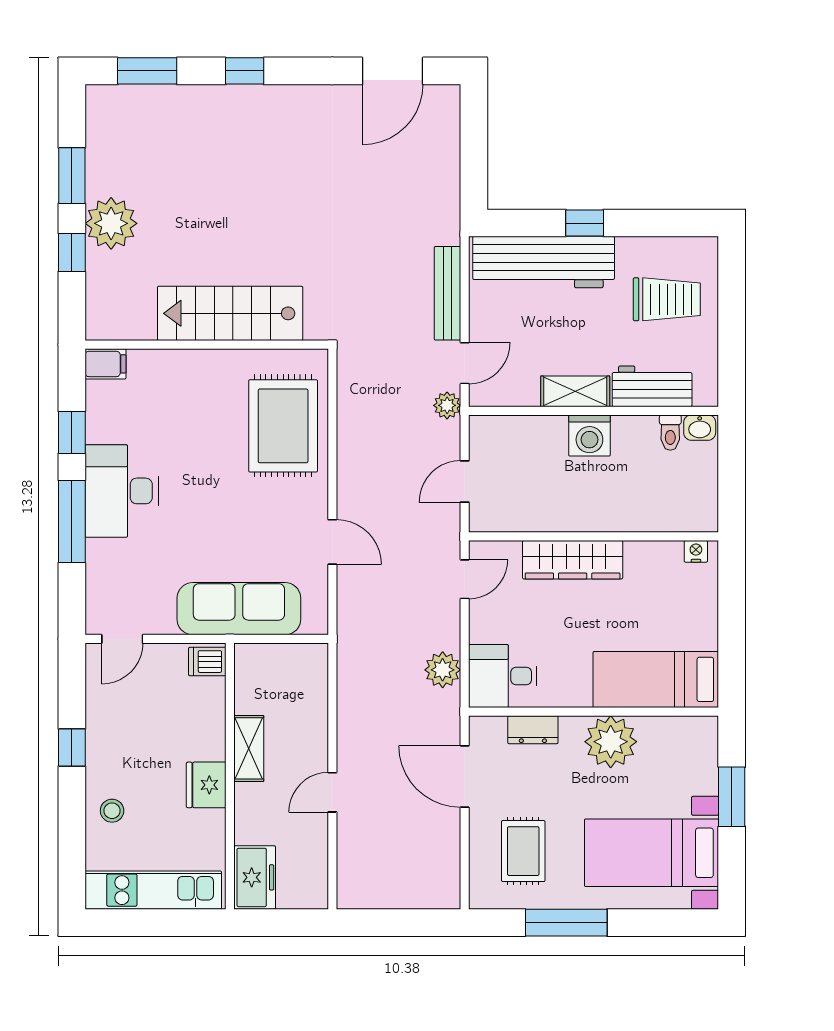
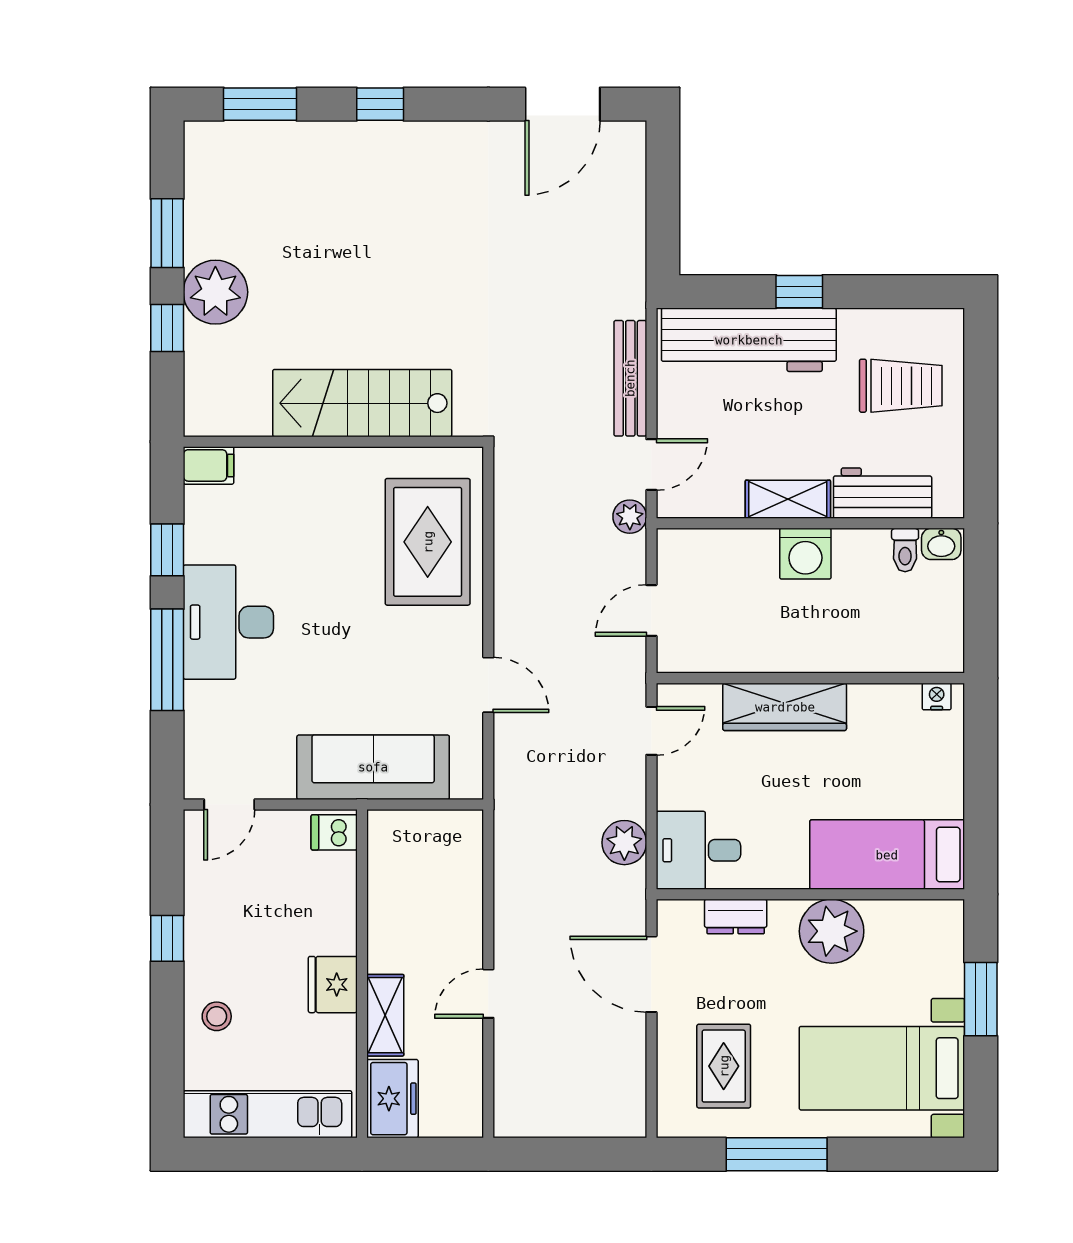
shelving: (249, 748) -> (385, 1015), moved

